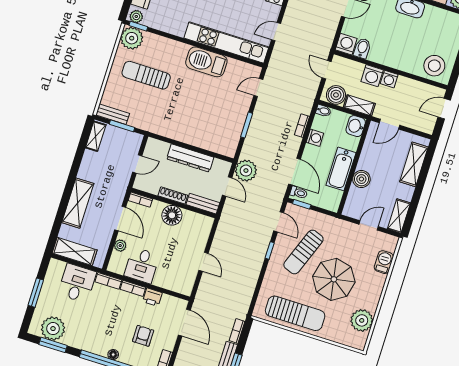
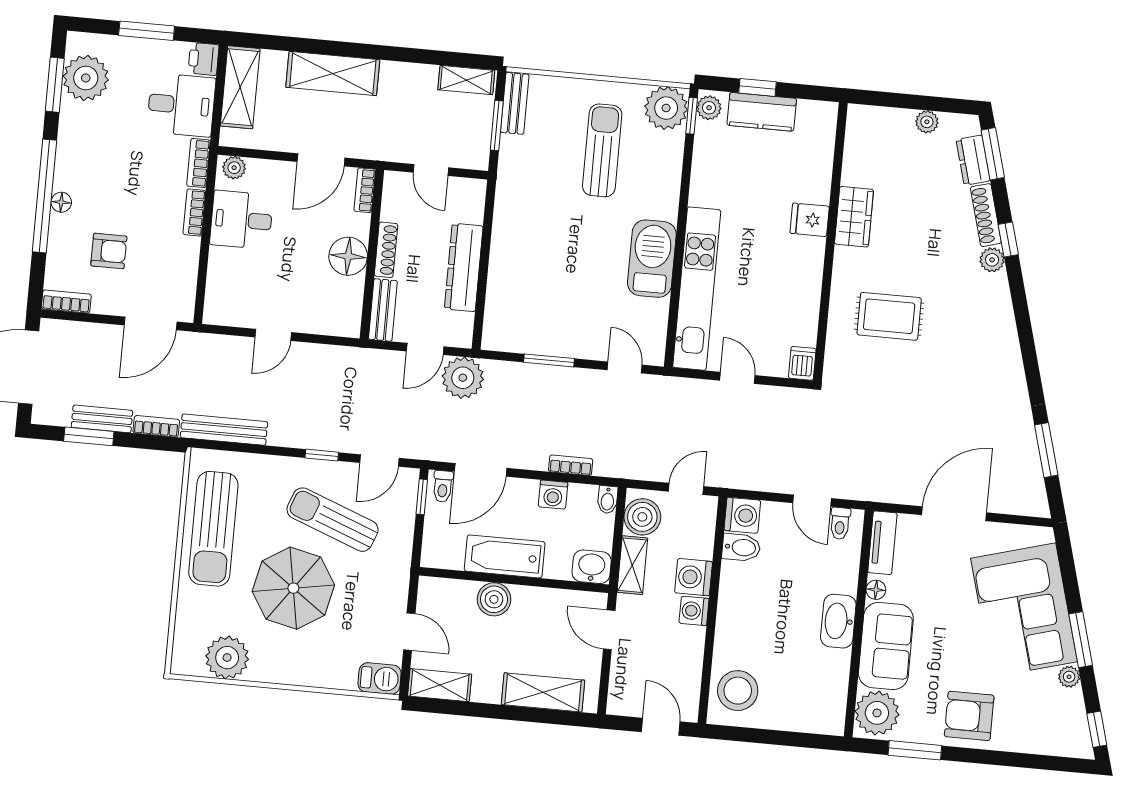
plant: (120, 246) -> (234, 168), moved
barbecue: (384, 262) -> (380, 678), moved
printer: (152, 297) -> (204, 59), moved
bench: (246, 297) -> (224, 430), added

